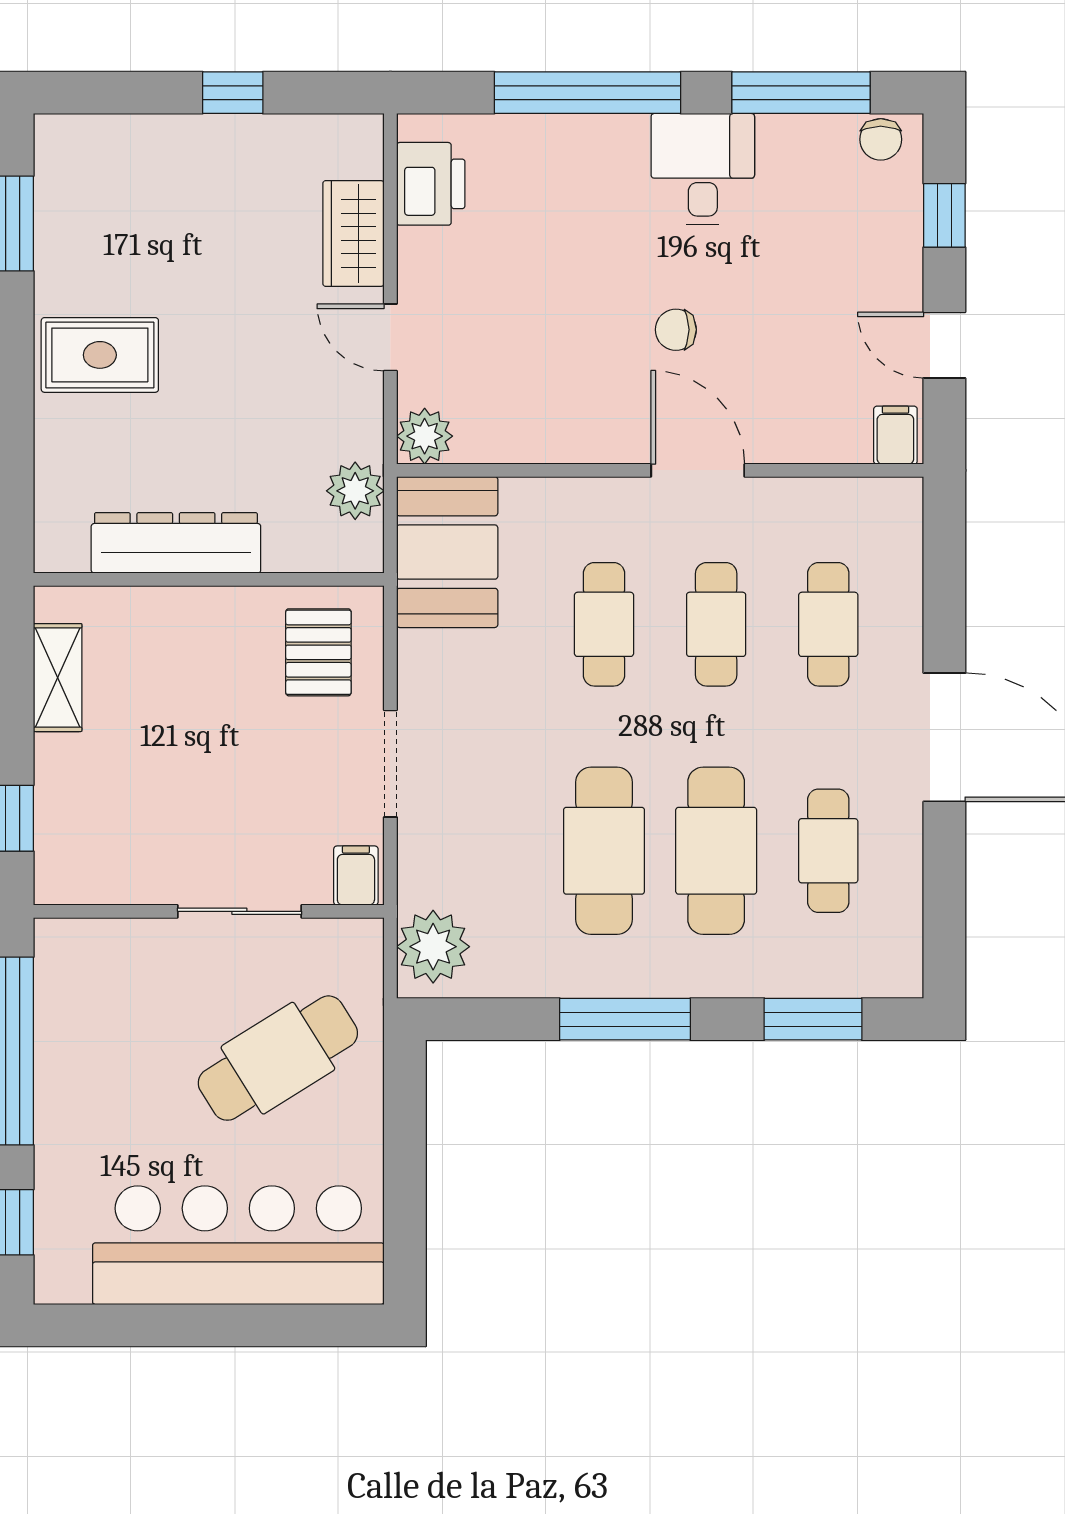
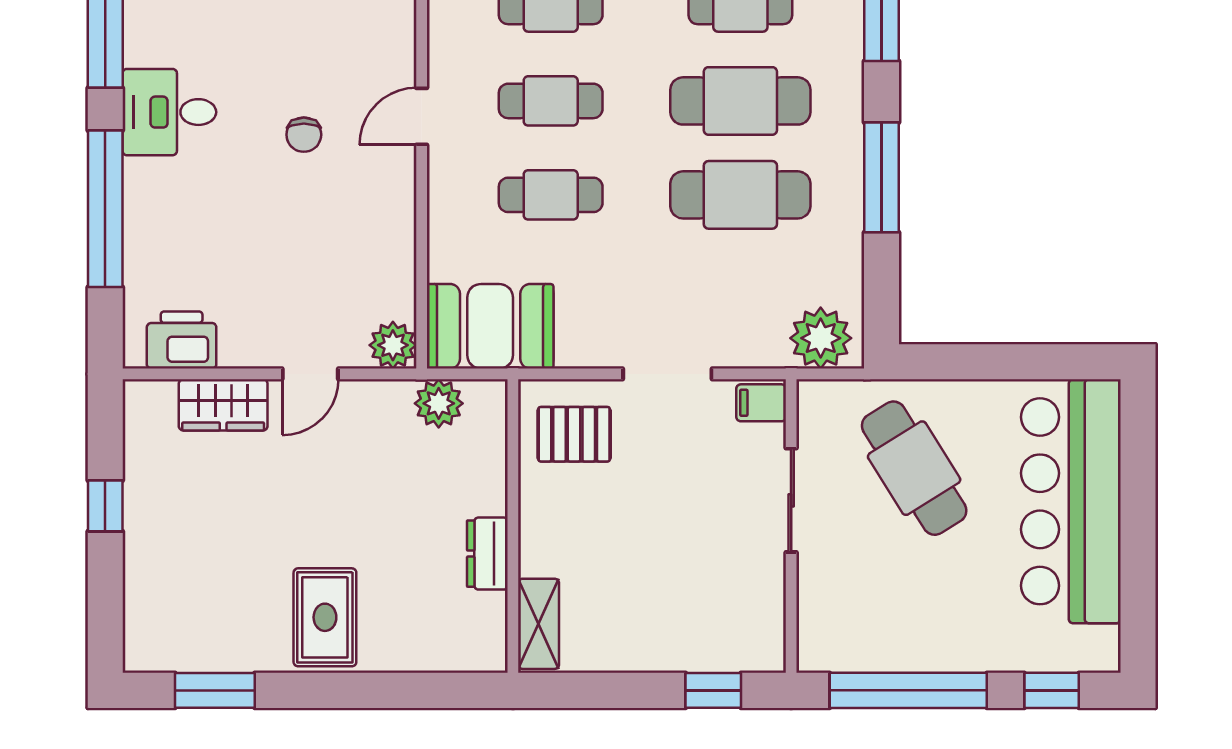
door: (698, 470) -> (422, 116), width x0.73
dresser: (176, 543) -> (487, 554), width x0.51, depth x0.80
shelving: (58, 678) -> (539, 624), moved, turned 90

